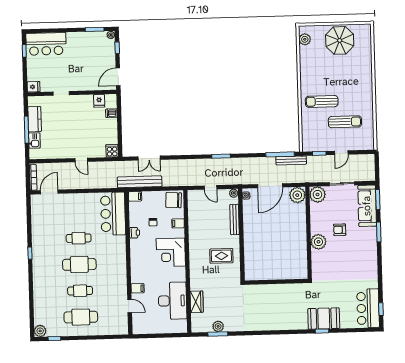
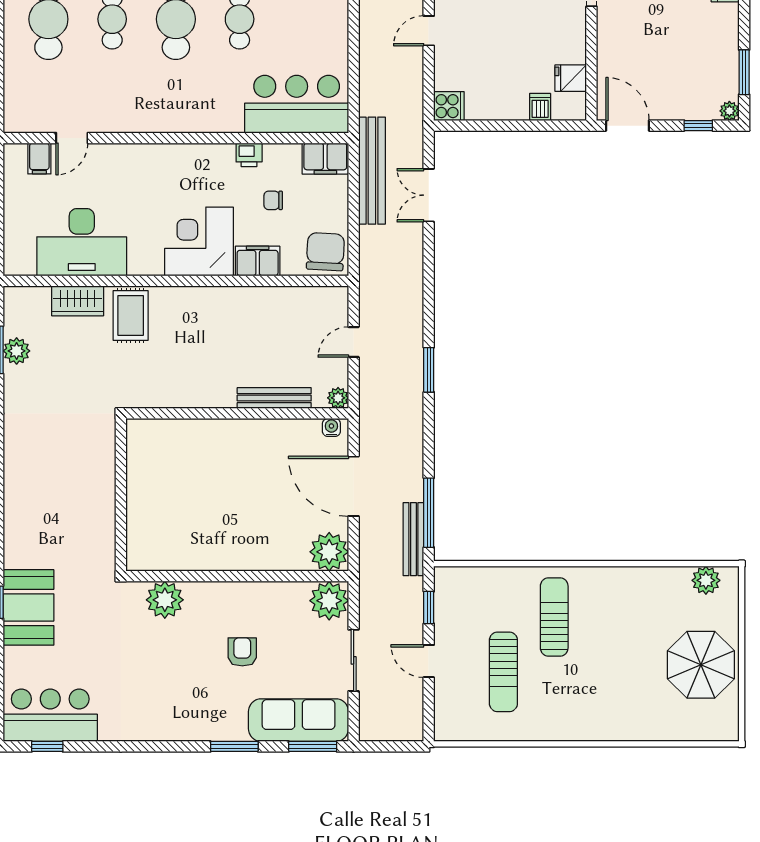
filing cabinet: (135, 196) -> (325, 159), width x2.00
filing cabinet: (178, 223) -> (258, 261), width x2.00
plant: (318, 242) -> (165, 600), moved
rug: (221, 256) -> (131, 315), moved
filing cabinet: (138, 288) -> (39, 159), moved

